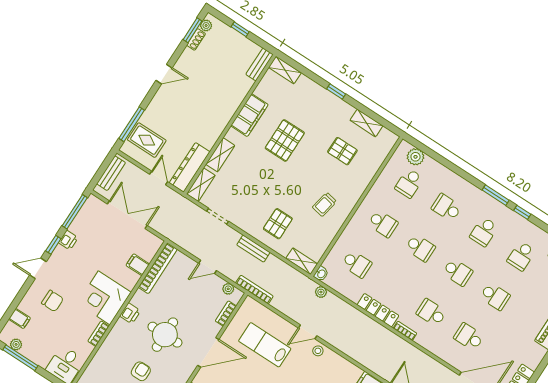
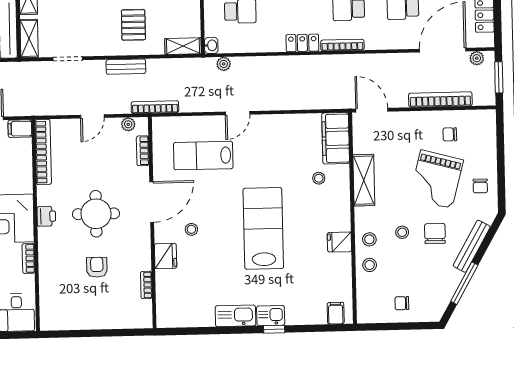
filing cabinet: (138, 265) -> (20, 129), moved
locker: (378, 310) -> (302, 43), width x0.66
bookcase: (405, 331) -> (342, 45), width x1.56
stool: (318, 351) -> (261, 125), removed

